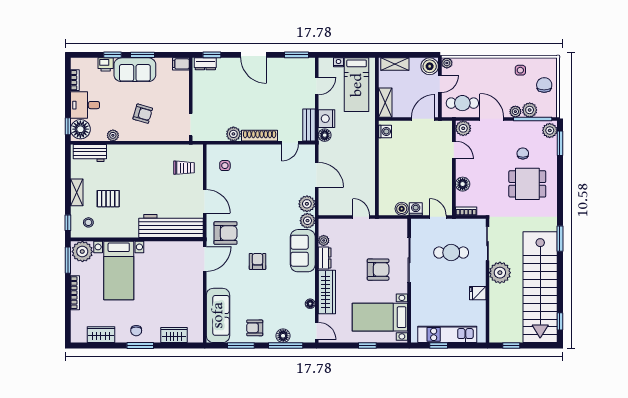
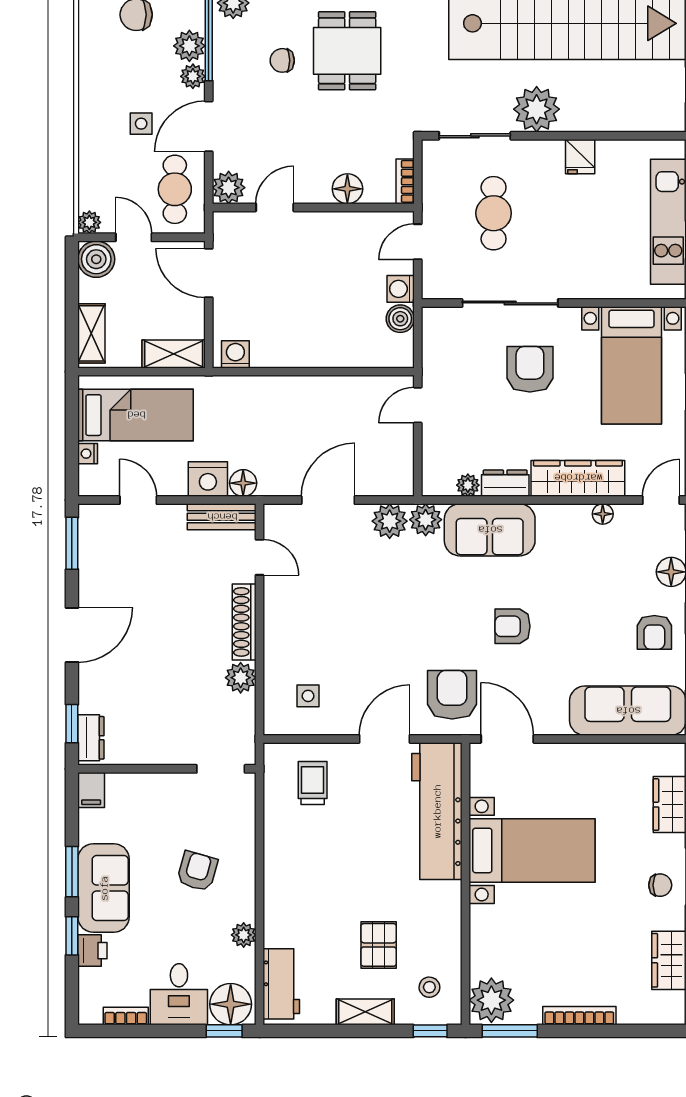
side table: (520, 70) -> (141, 124), moved
bed with nightstands: (119, 271) -> (532, 850), moved

